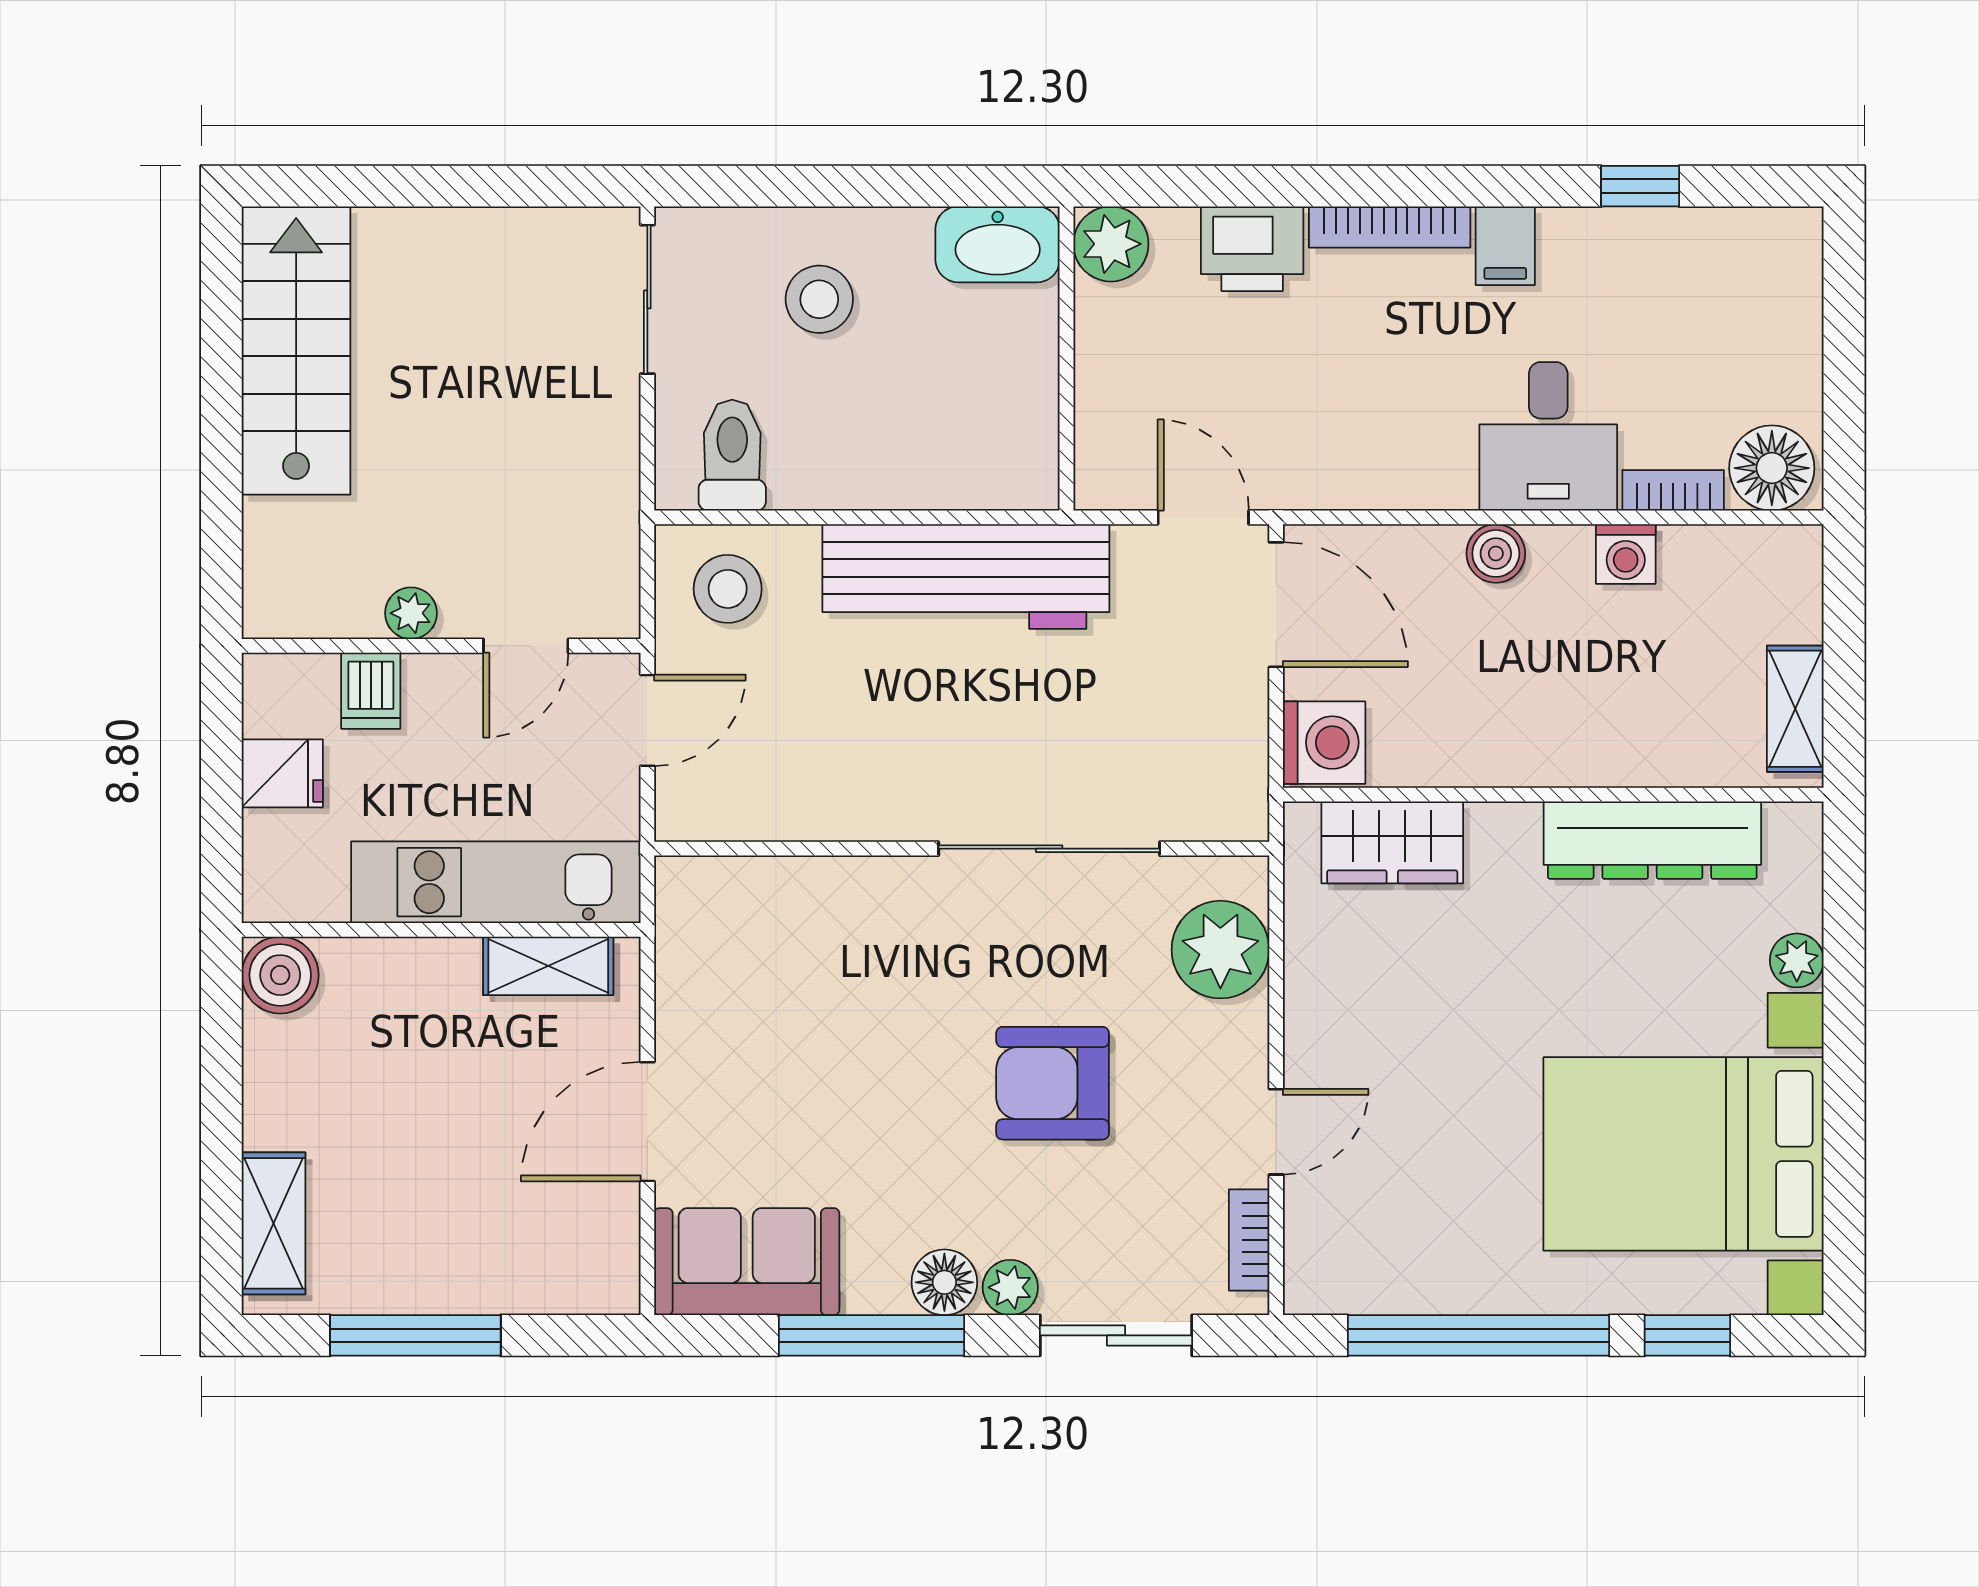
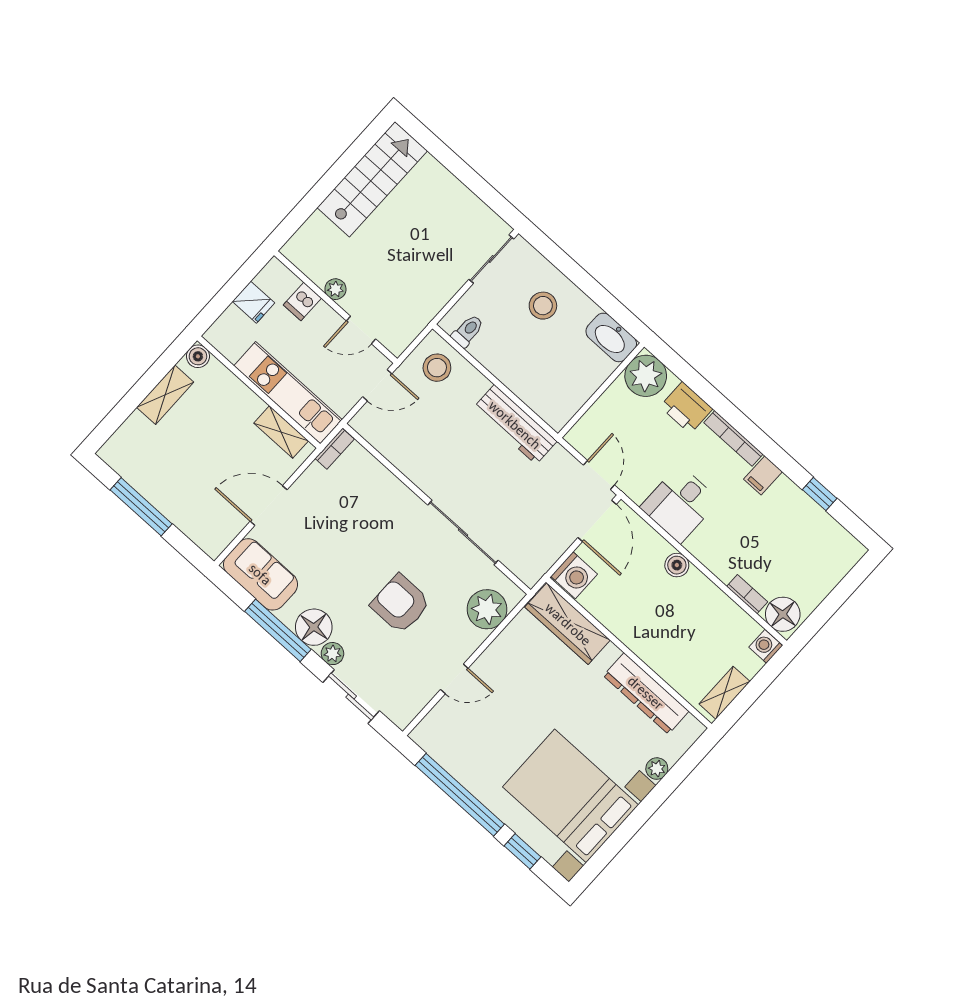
plant: (1111, 244) -> (646, 376), width x1.36, depth x1.36
desk: (1548, 436) -> (680, 504), moved
toilet: (732, 455) -> (468, 331), width x0.73, depth x0.72
washing machine: (1626, 554) -> (766, 646), moved, turned 90
workbench: (966, 576) -> (515, 425), width x0.73, depth x0.76
wardrobe: (1392, 842) -> (568, 624), width x1.50
boiler: (280, 975) -> (198, 356), width x0.73, depth x0.73
shelving: (274, 1223) -> (165, 395), moved
bookcase: (1249, 1240) -> (335, 449), moved, turned 180
floor lamp: (944, 1282) -> (314, 627), width x1.38, depth x1.38

